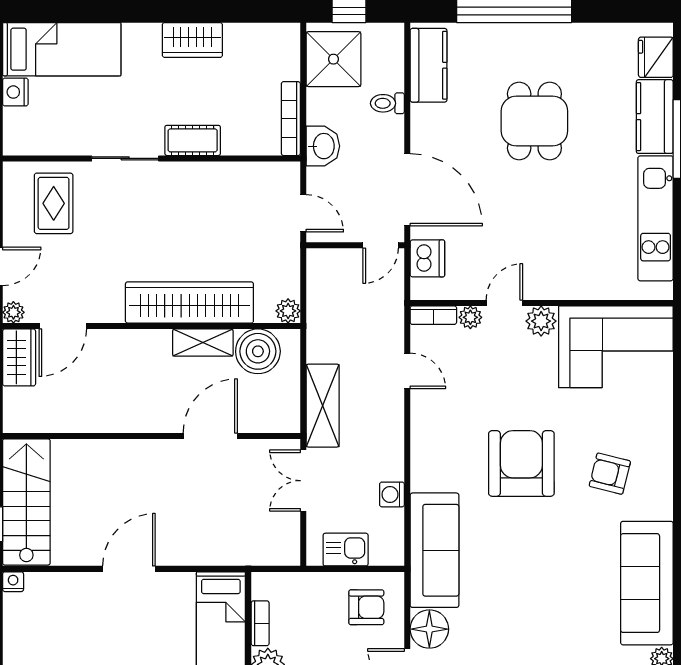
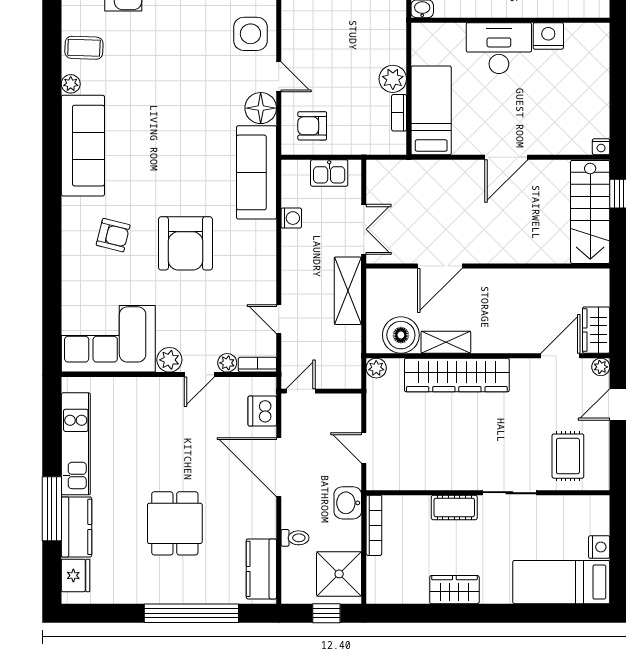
wall: (355, 245) -> (321, 391), moved
door: (381, 245) -> (301, 391), moved

